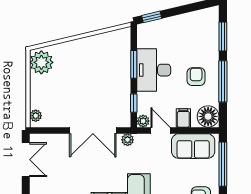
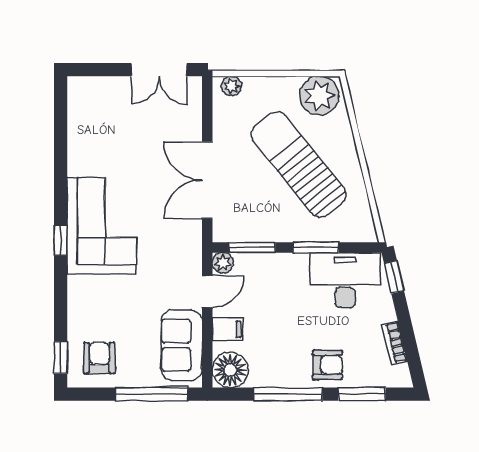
bookcase: (192, 17) -> (394, 343), added
desk: (154, 70) -> (345, 280), moved
sun lounger: (83, 75) -> (299, 165), added
armchair: (196, 77) -> (327, 365), moved
window: (134, 103) -> (252, 248), width x1.50
plant: (128, 140) -> (192, 237), removed

